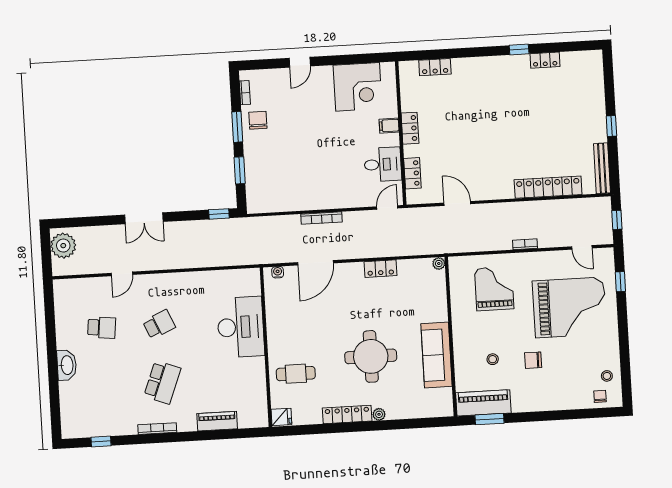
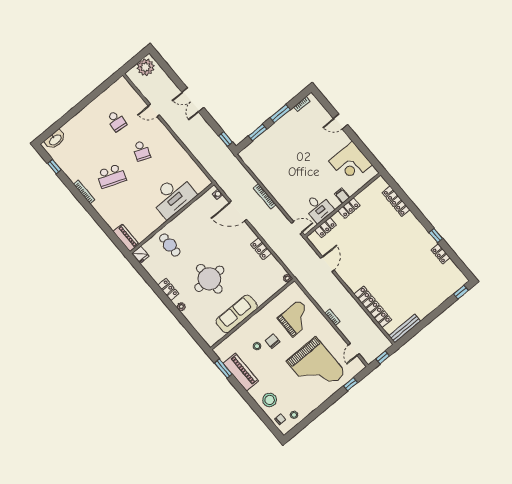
locker: (435, 67) -> (396, 201), width x1.53
chair: (258, 120) -> (292, 122), removed
window: (611, 126) -> (461, 292), moved
school desk: (159, 324) -> (141, 151), turned 45
chair: (533, 360) -> (272, 341), moved
washbasin: (67, 365) -> (55, 140), moved
stool: (568, 392) -> (270, 400), added
piano: (483, 403) -> (241, 372), moved
locker: (347, 414) -> (168, 289), width x0.66
piano: (217, 421) -> (126, 238), moved

